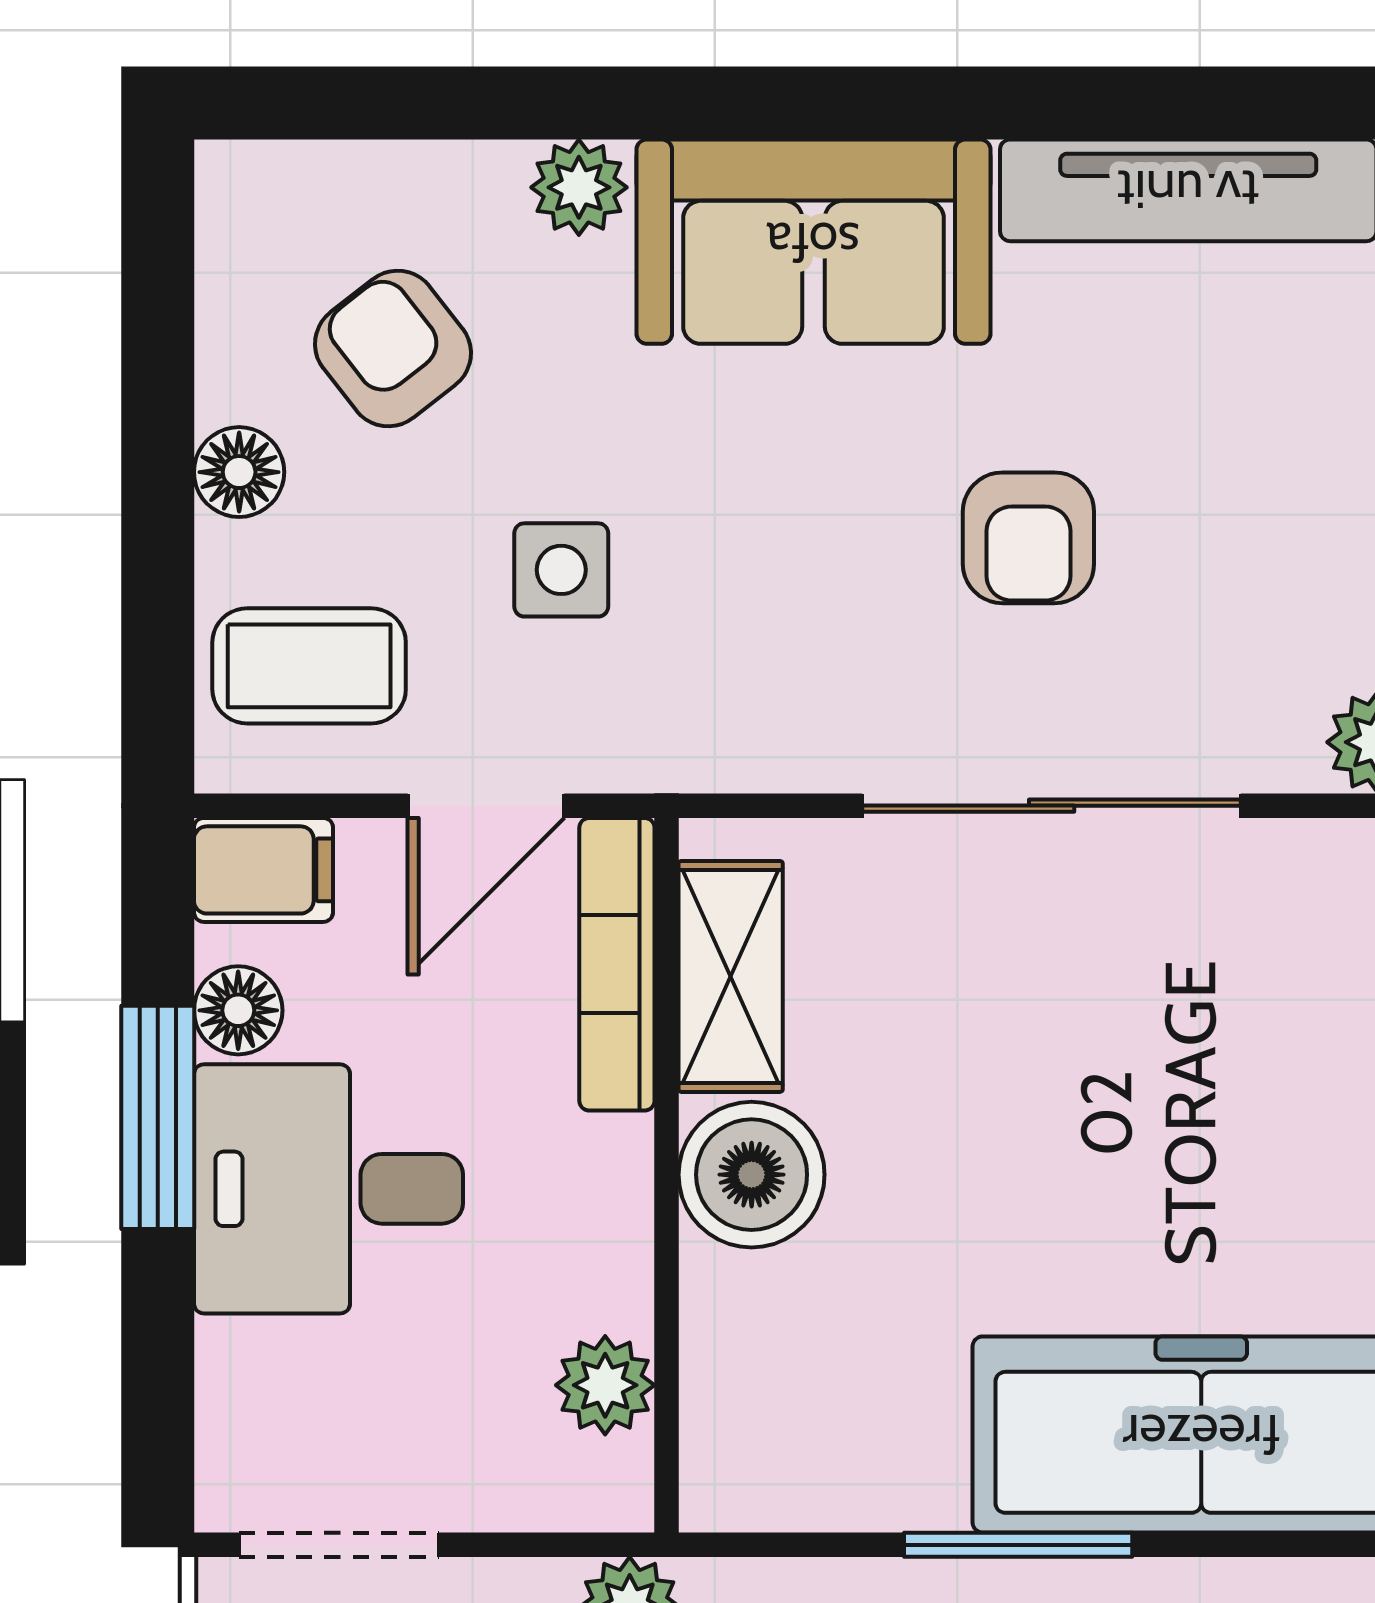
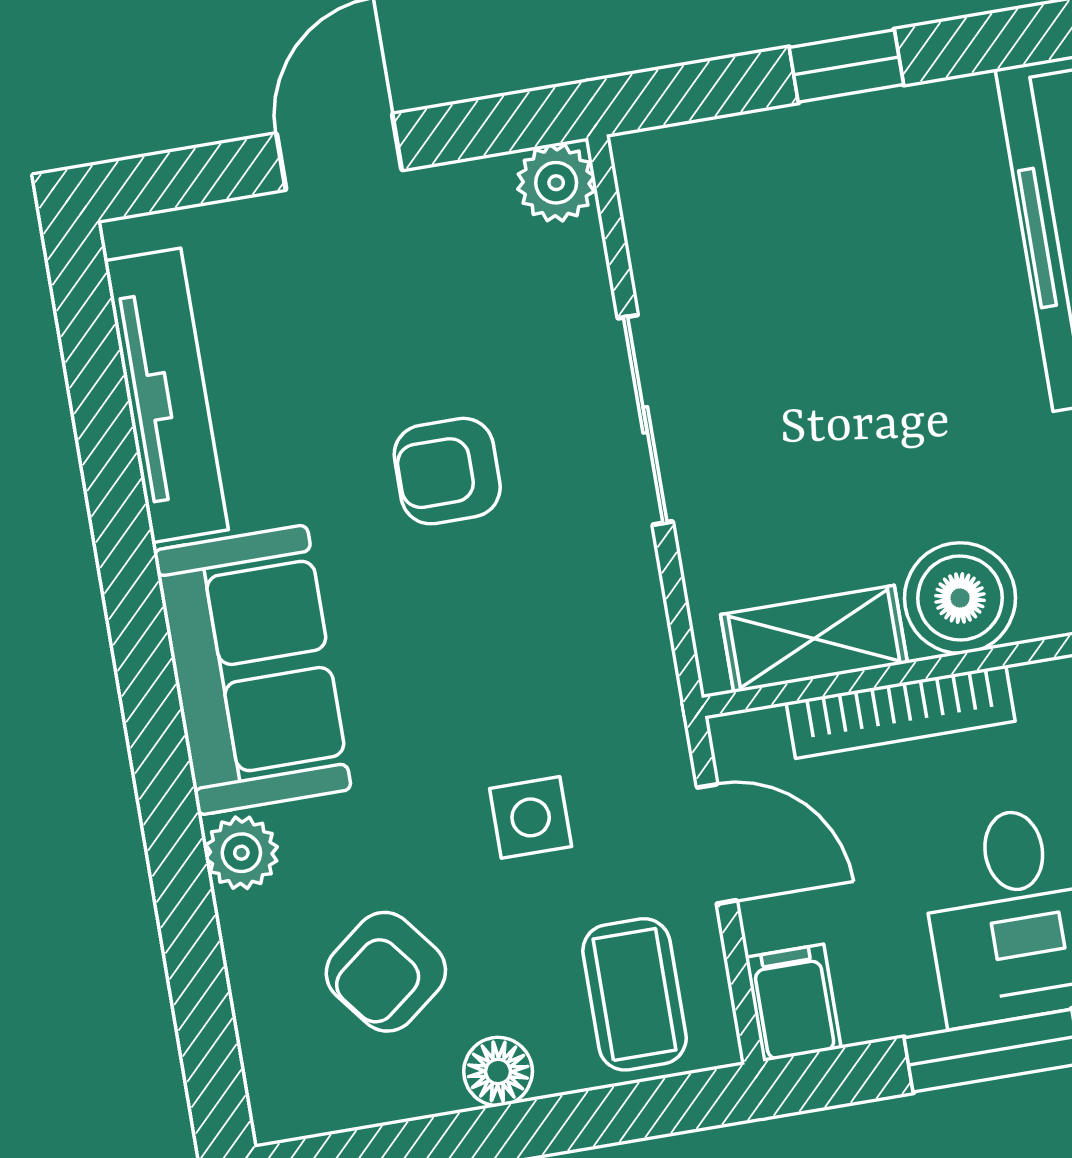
armchair: (1028, 538) -> (447, 471), turned 180
sliding door: (1052, 806) -> (645, 420), width x0.73
bookcase: (617, 964) -> (901, 712), moved
floor lamp: (238, 1010) -> (902, 1004), removed

